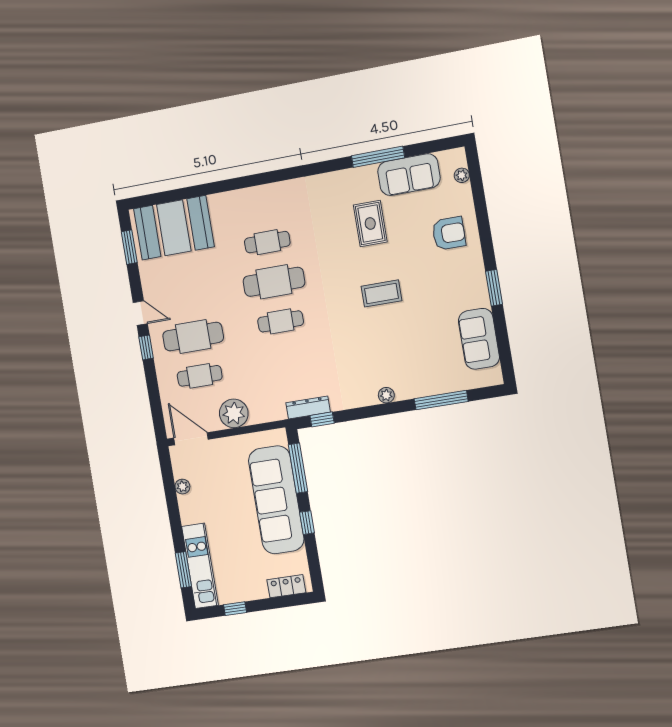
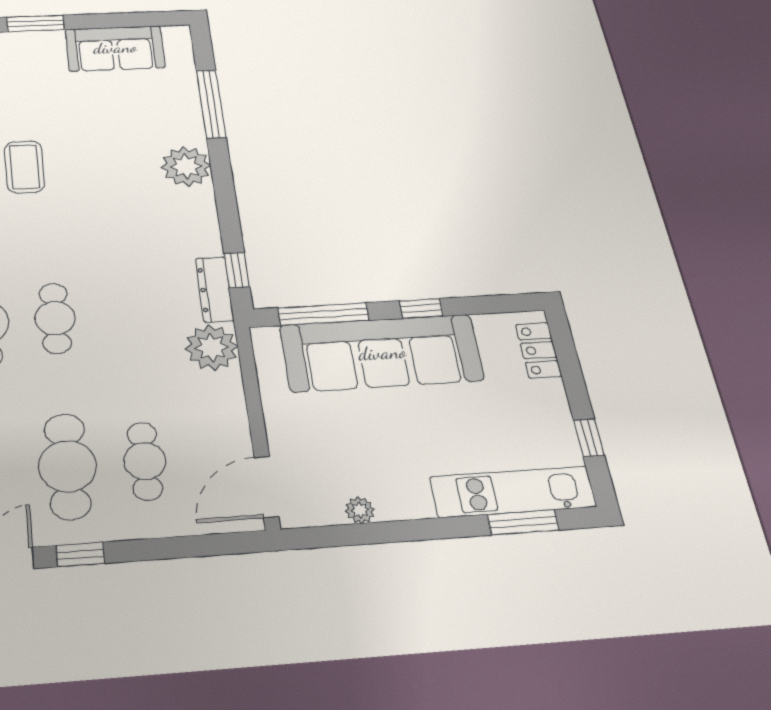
plant: (386, 395) -> (186, 166), width x1.88, depth x1.88
plant: (234, 413) -> (212, 348), moved

